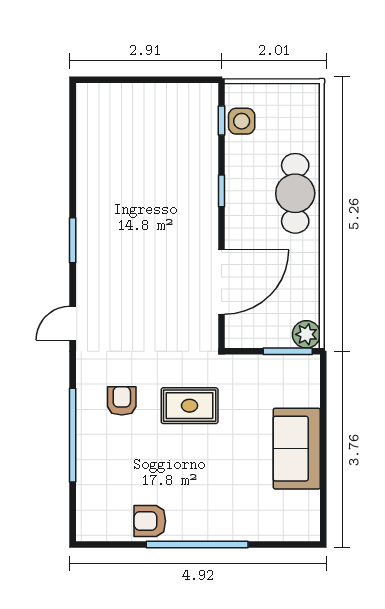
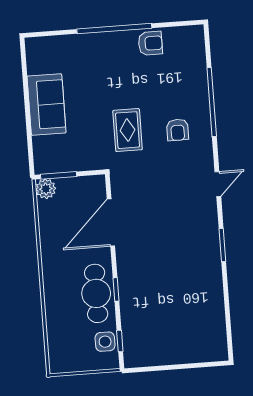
cafe table: (295, 193) -> (96, 293), moved
rug: (190, 406) -> (128, 130), turned 90

